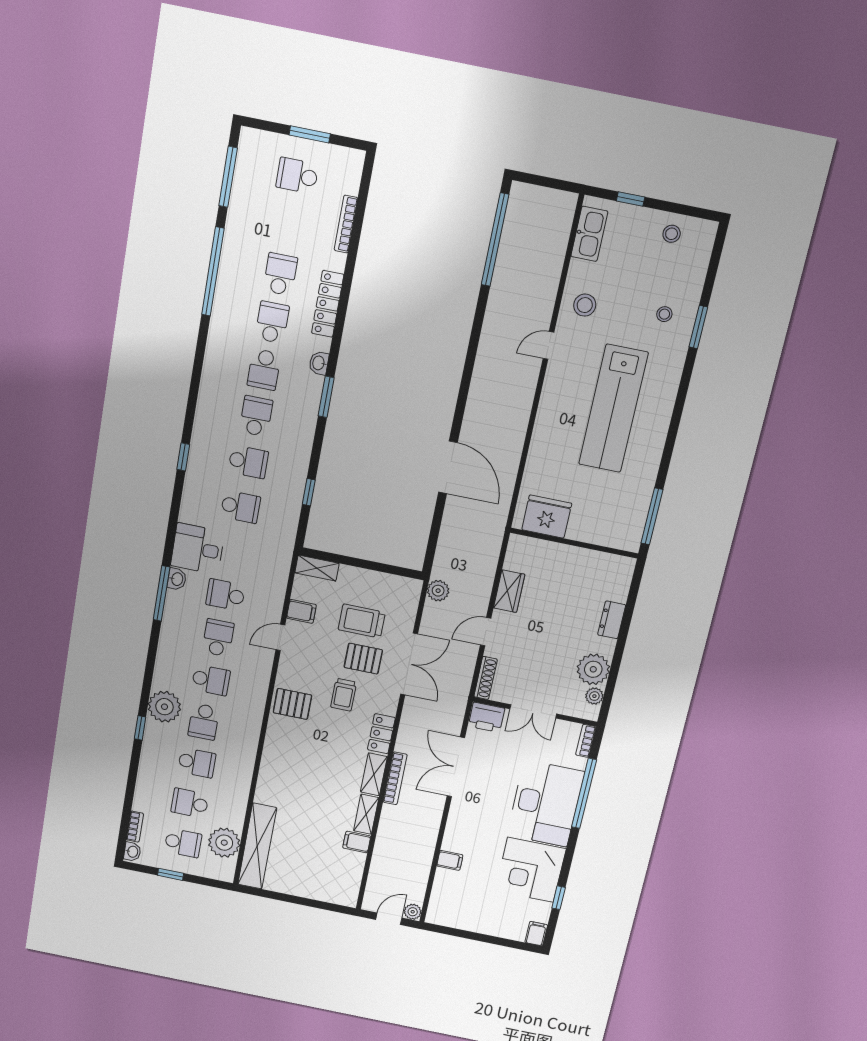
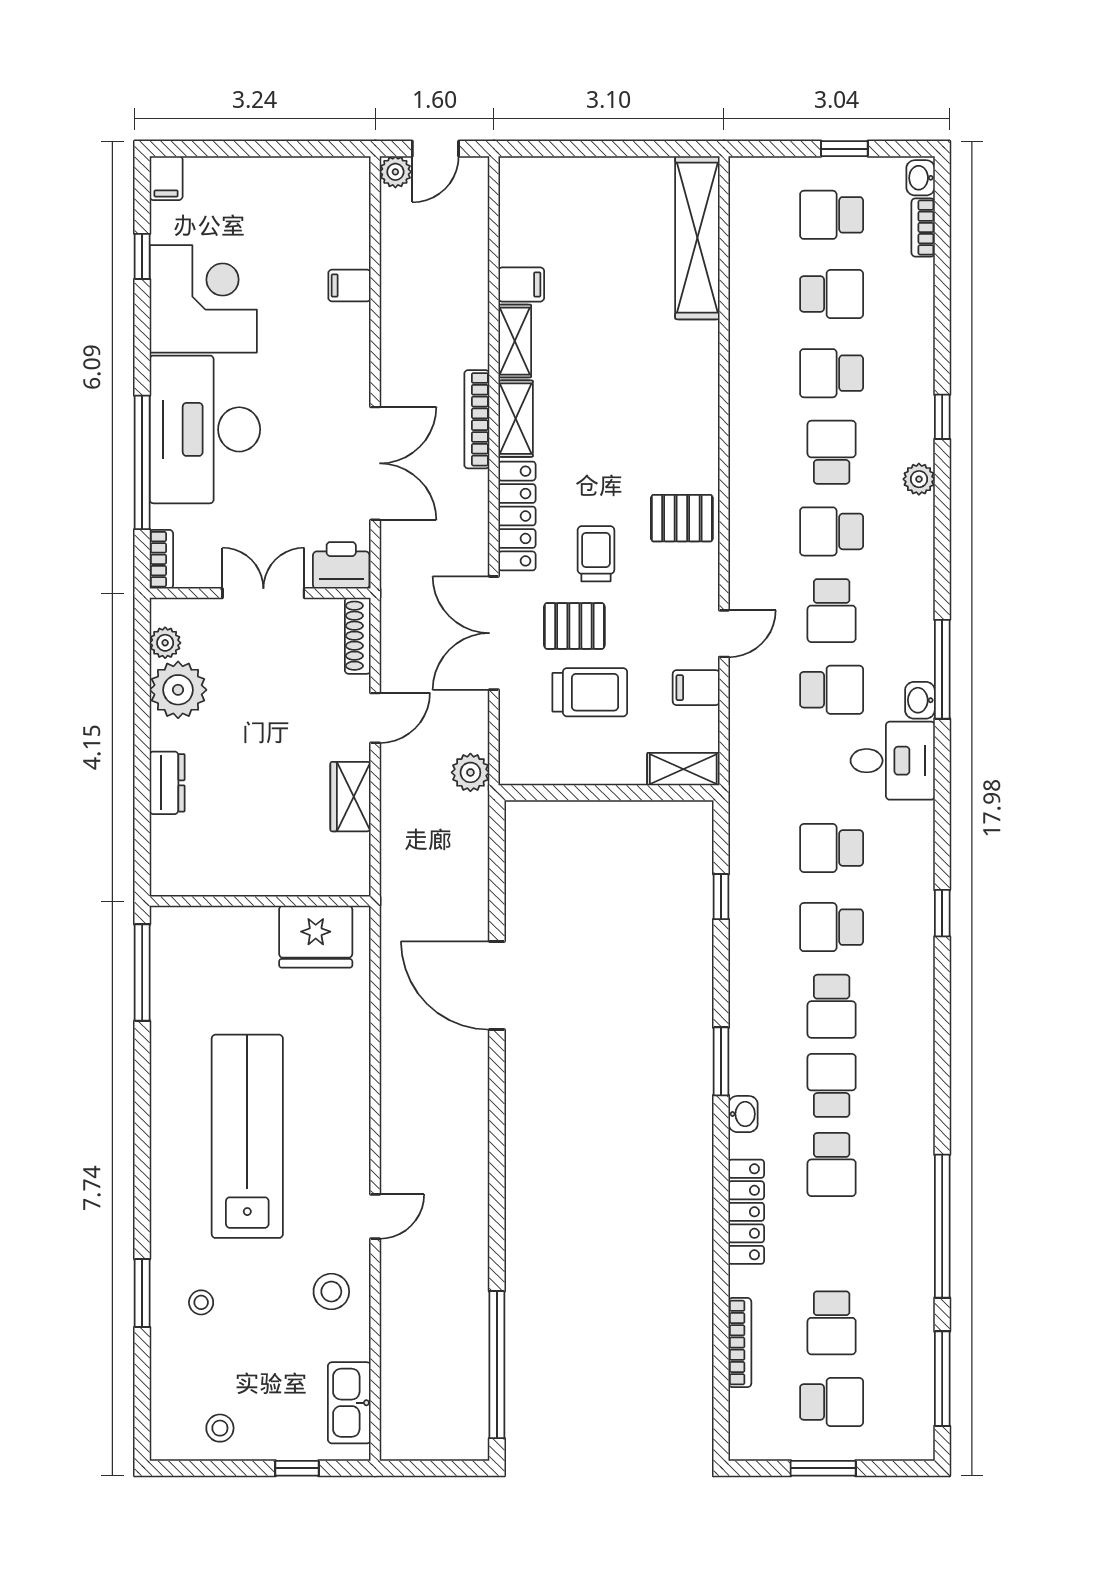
school desk: (280, 274) -> (832, 1323), moved
plant: (164, 707) -> (919, 479), width x0.53, depth x0.53
locker: (381, 734) -> (517, 516), width x1.53
plant: (224, 843) -> (758, 232), removed

